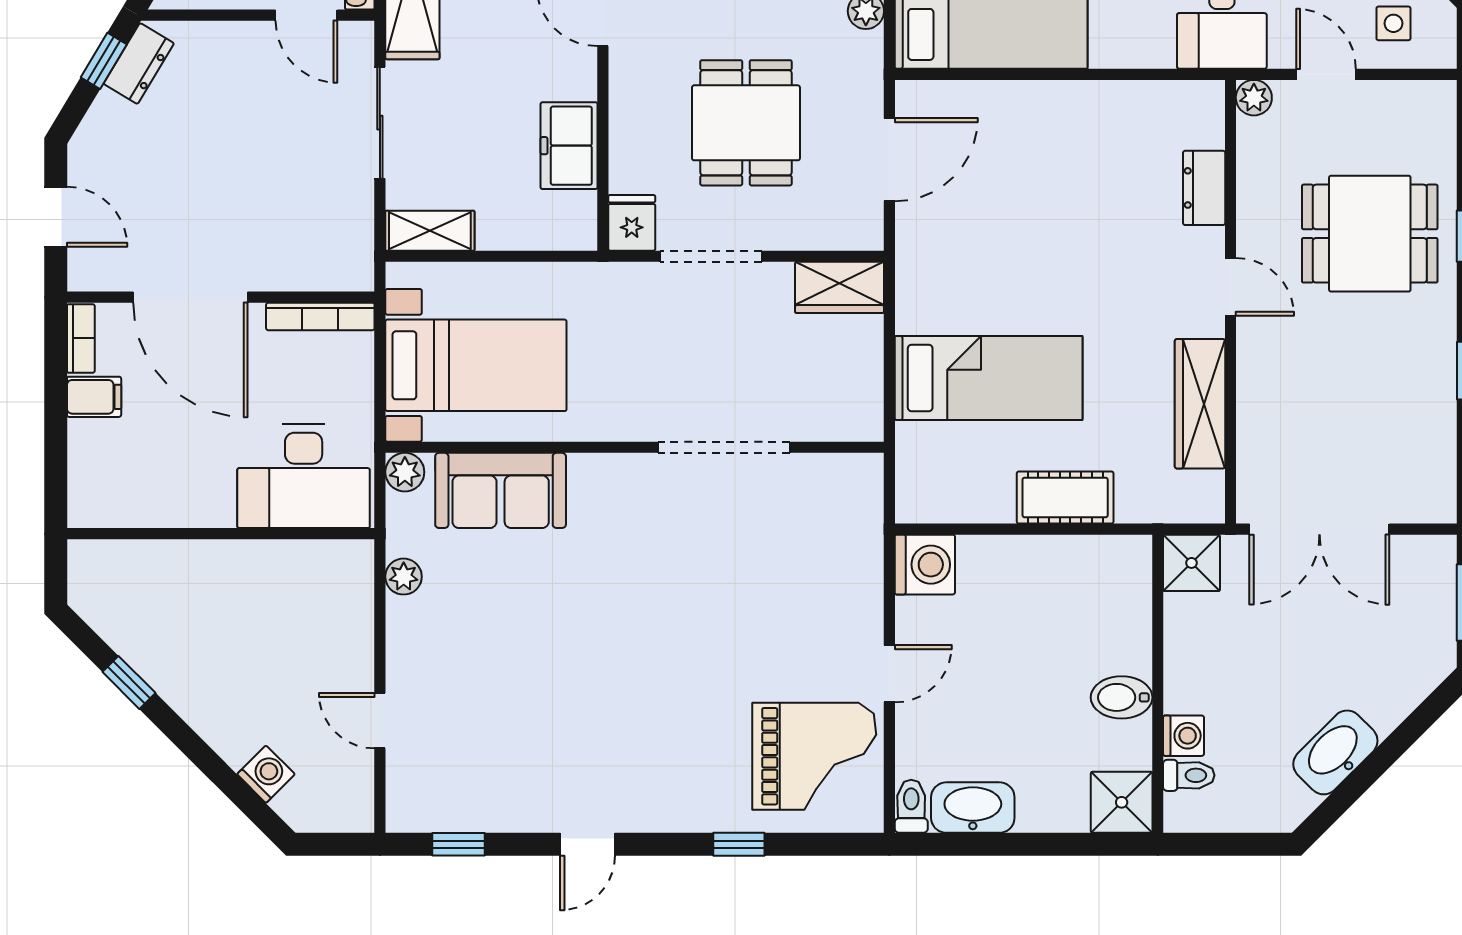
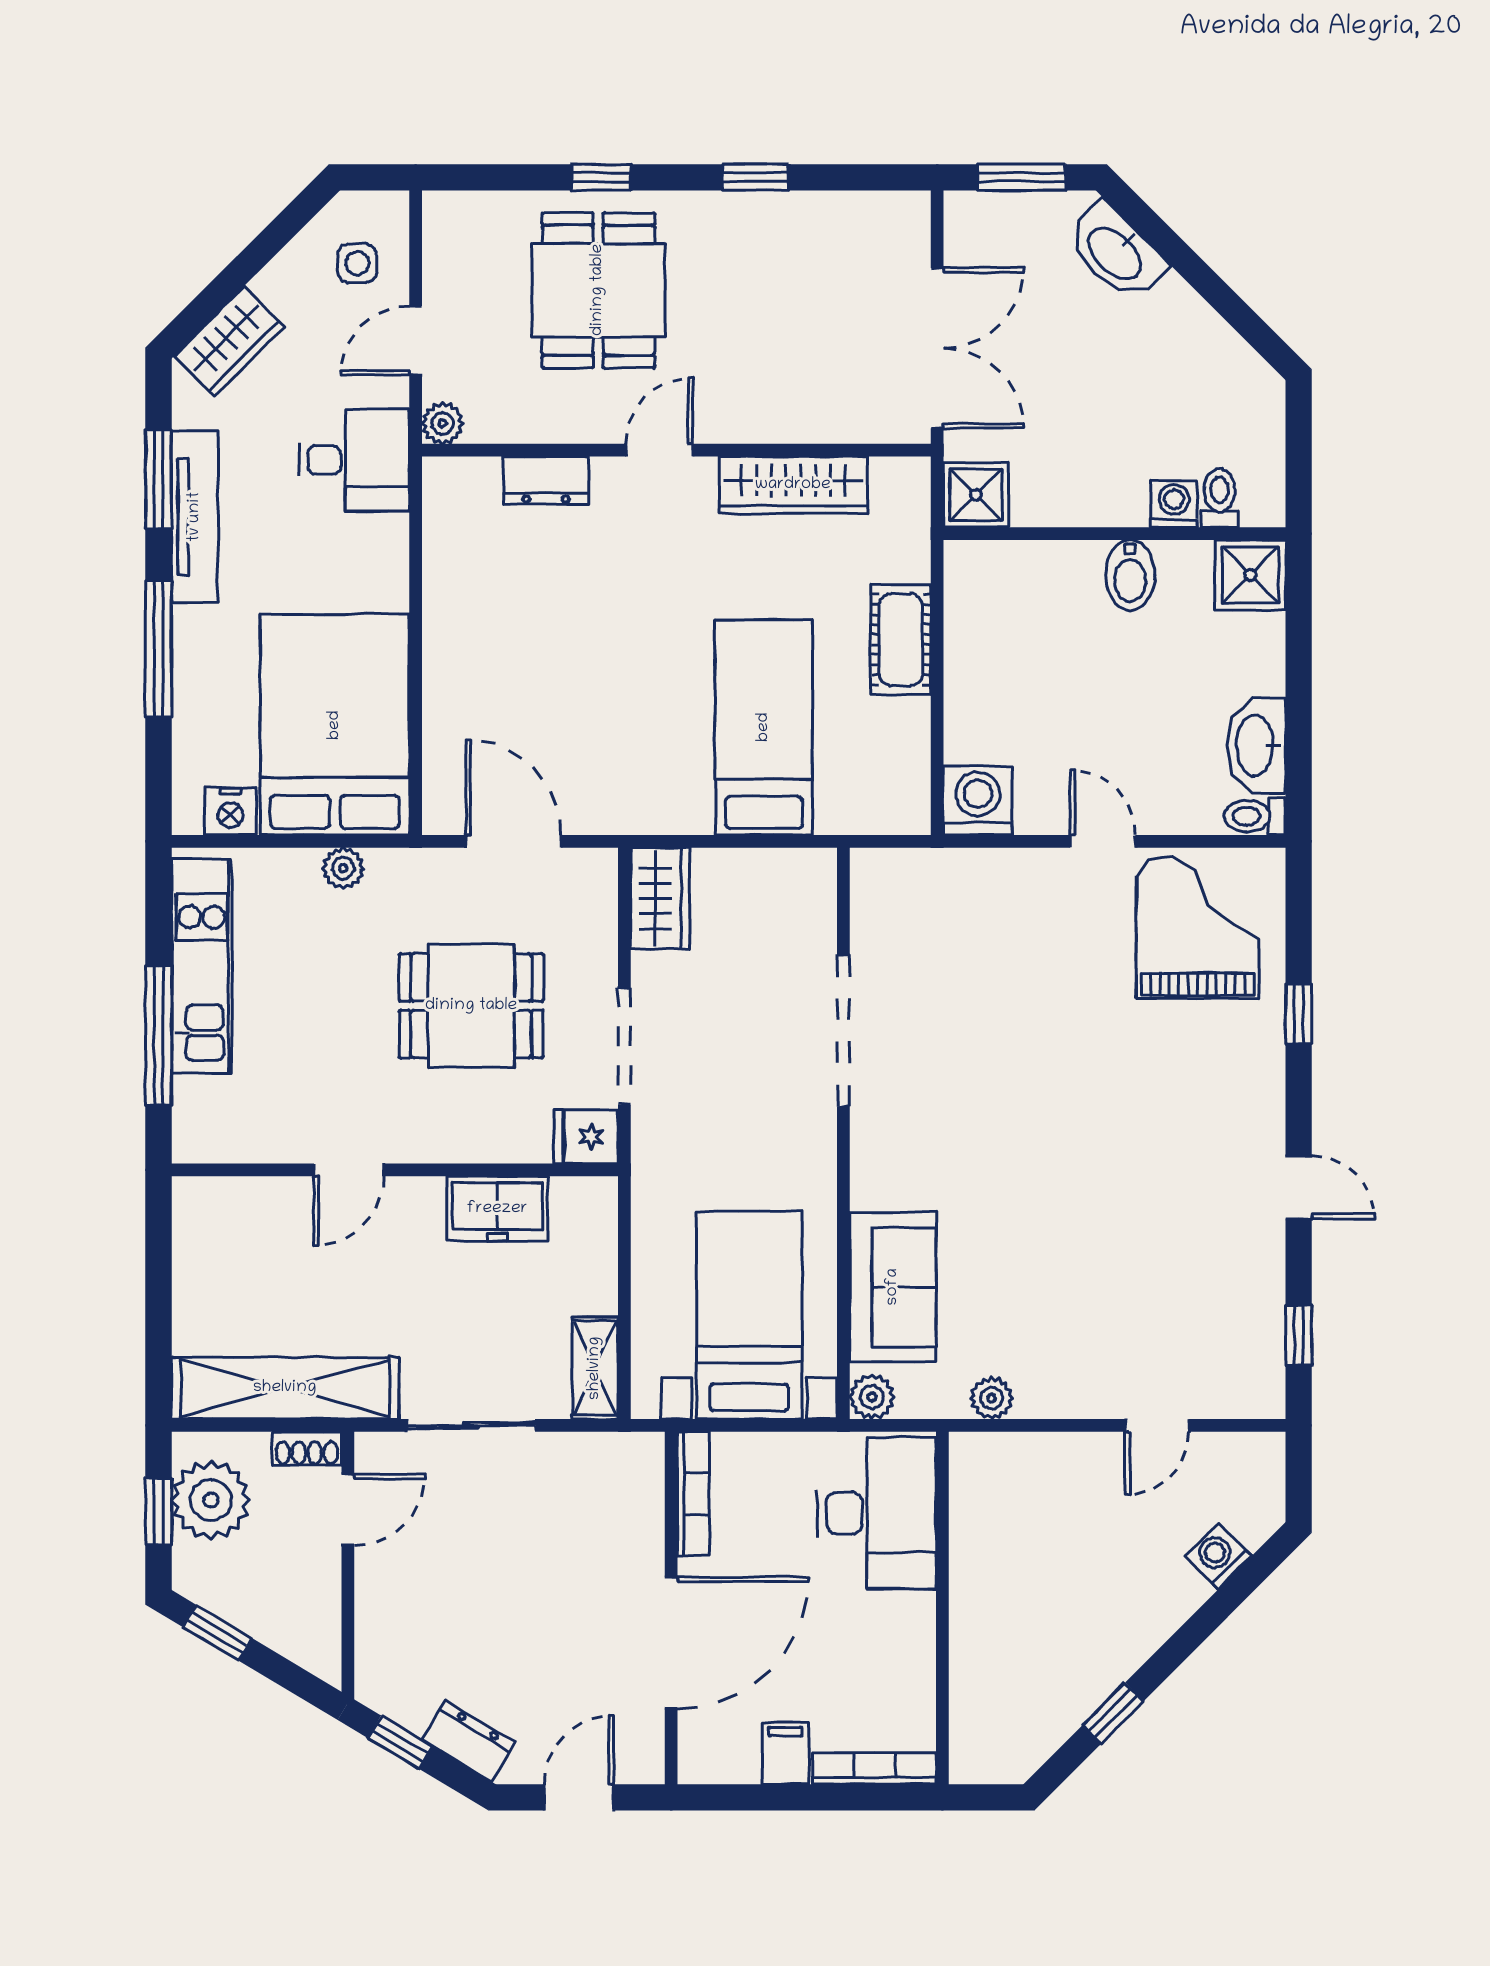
dresser: (139, 64) -> (469, 1741), moved
bookcase: (81, 338) -> (874, 1768), moved, width x1.56
washbasin: (1335, 752) -> (1116, 252), moved

